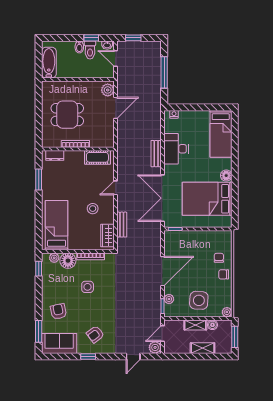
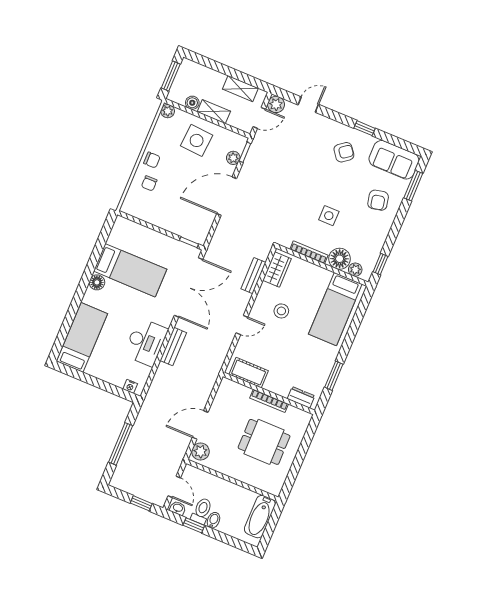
bed: (207, 199) -> (130, 270), width x0.67
shelving: (203, 348) -> (240, 89), moved

